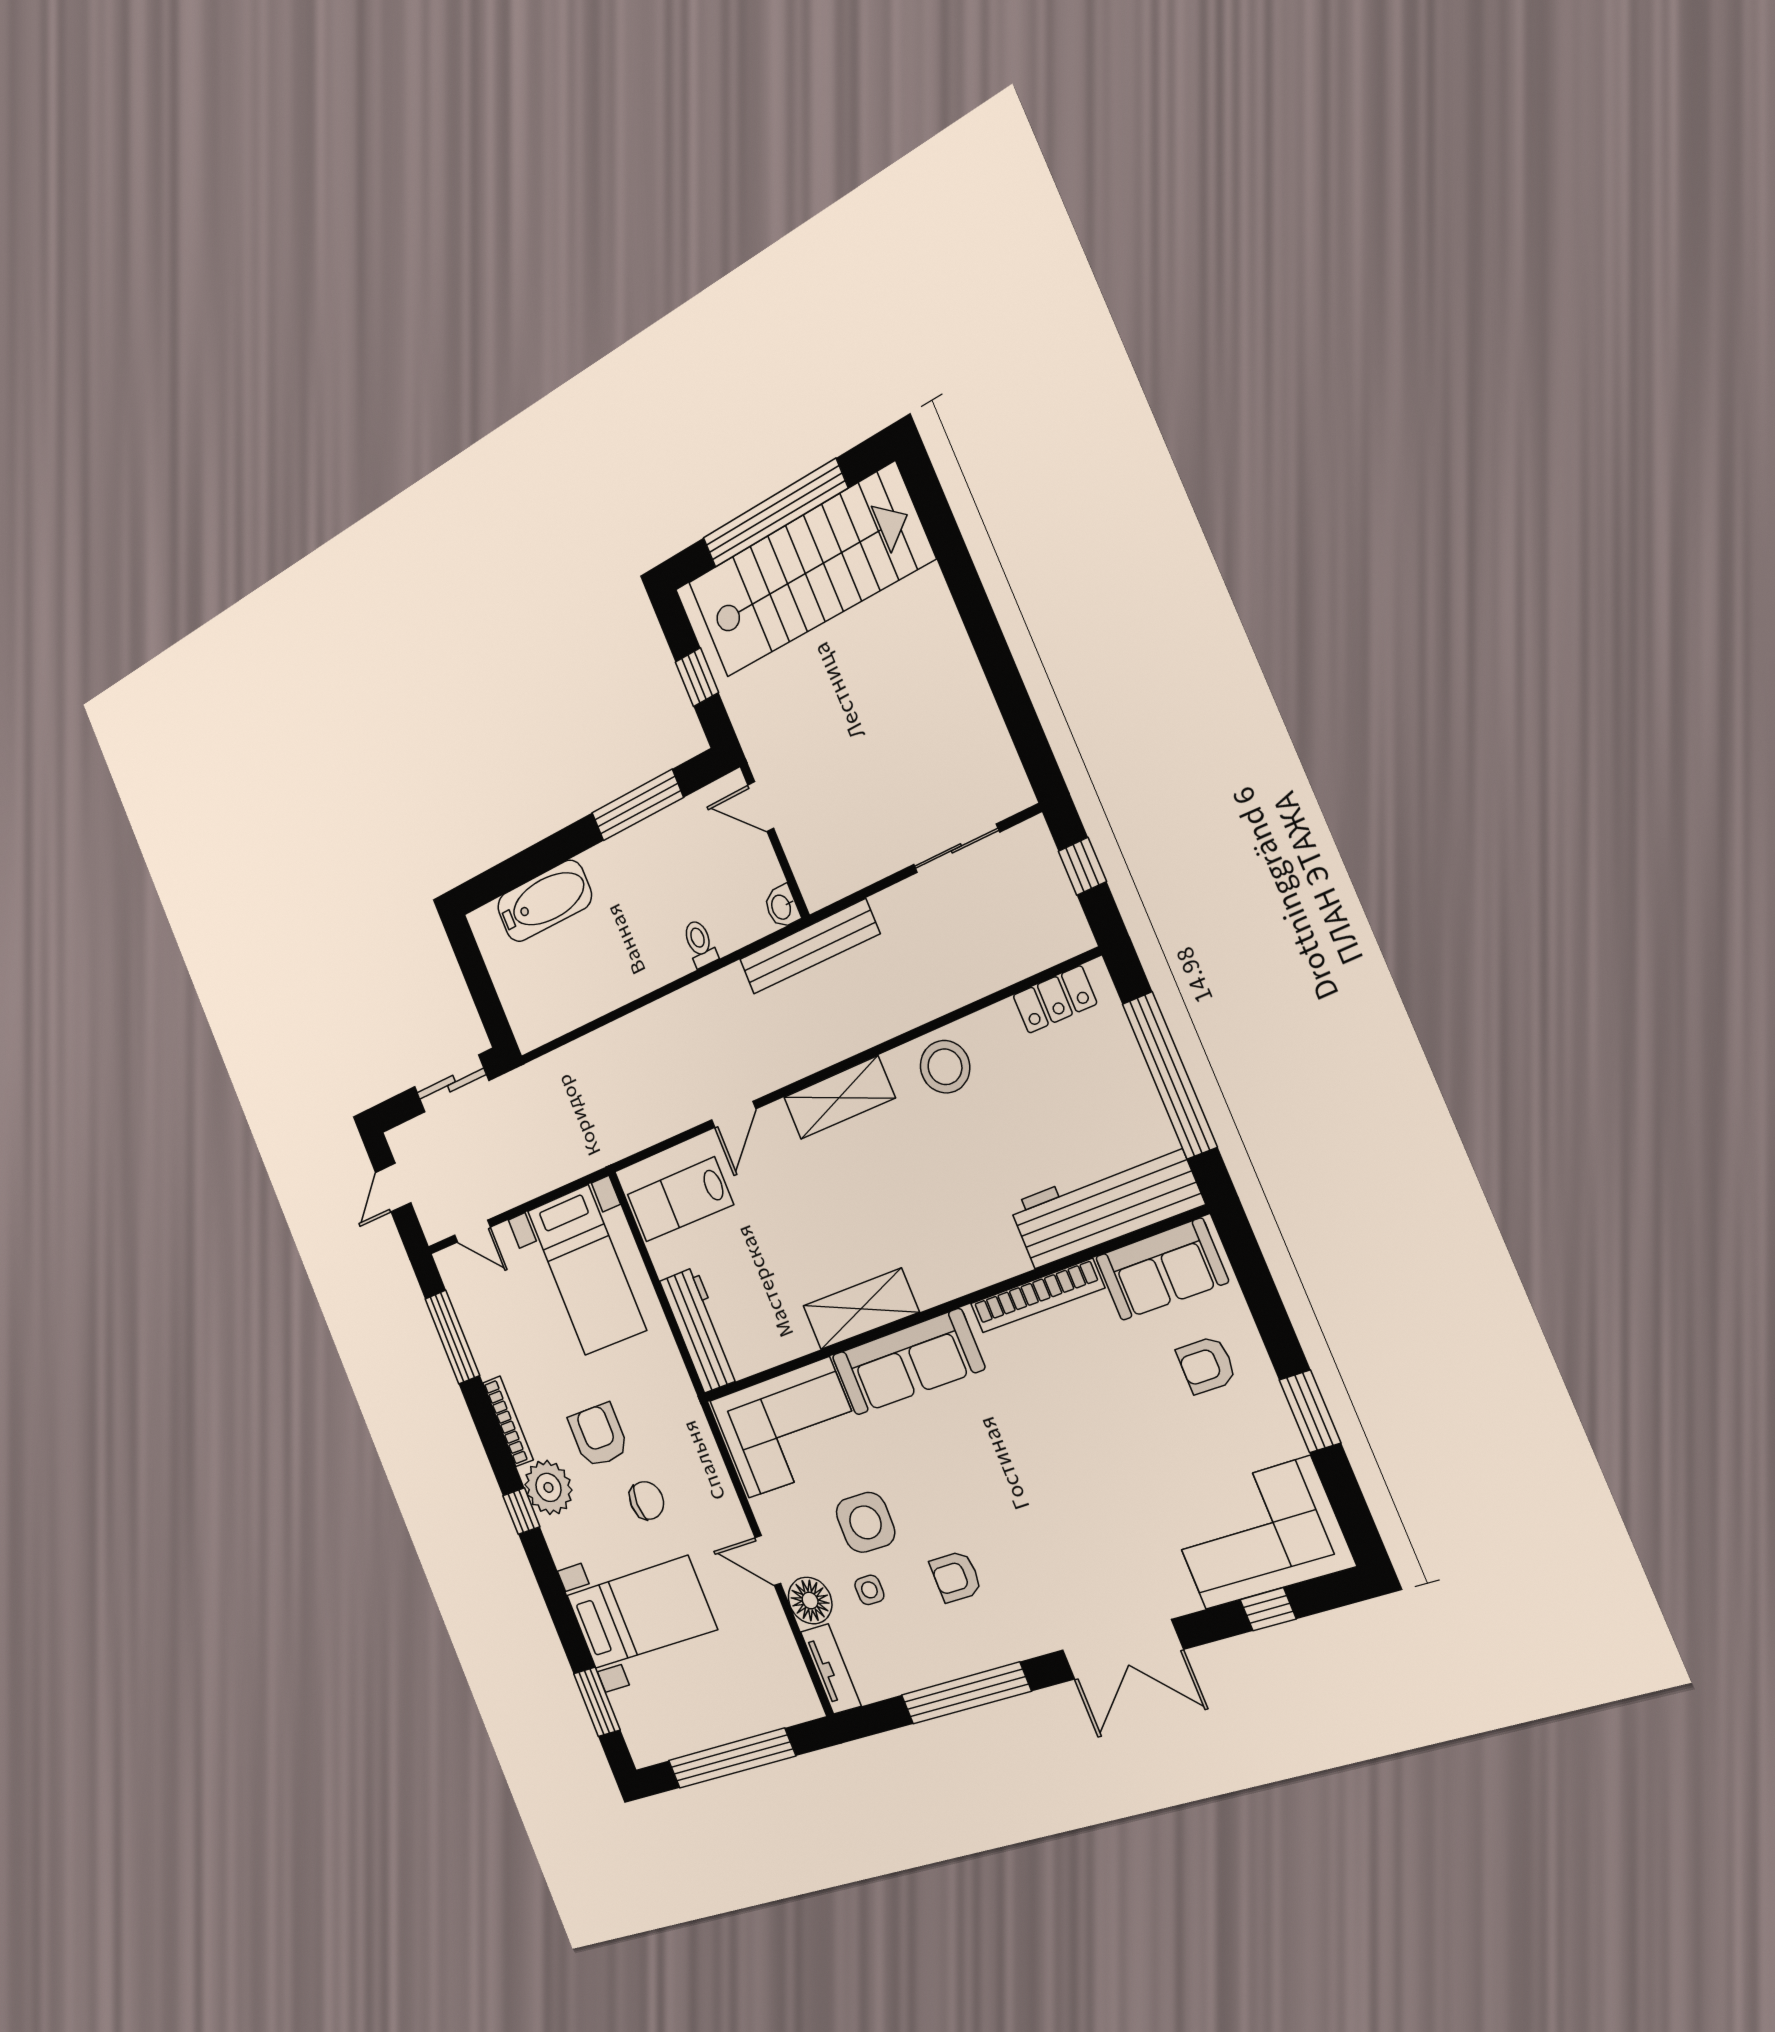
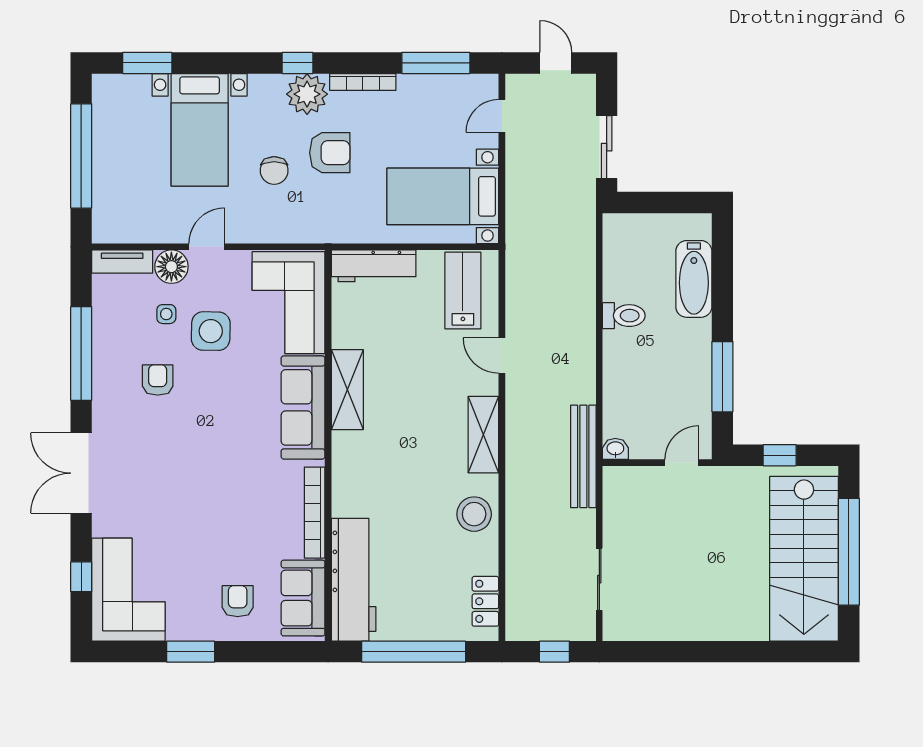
toilet: (700, 943) -> (624, 316), moved, width x1.37, depth x1.39

